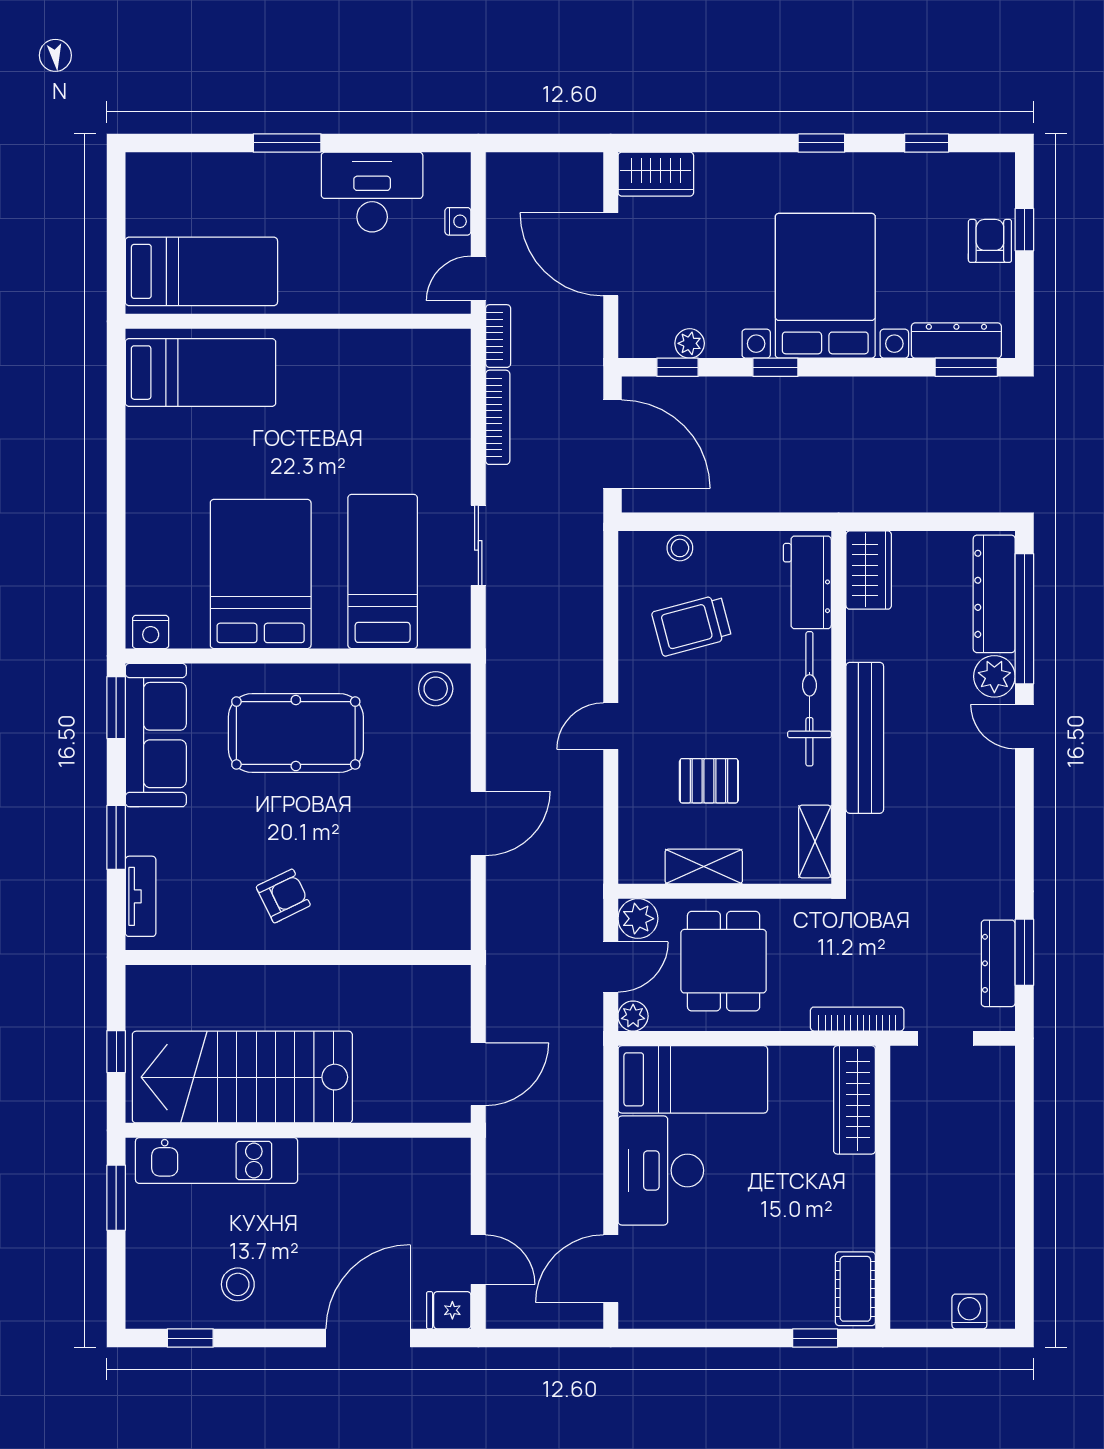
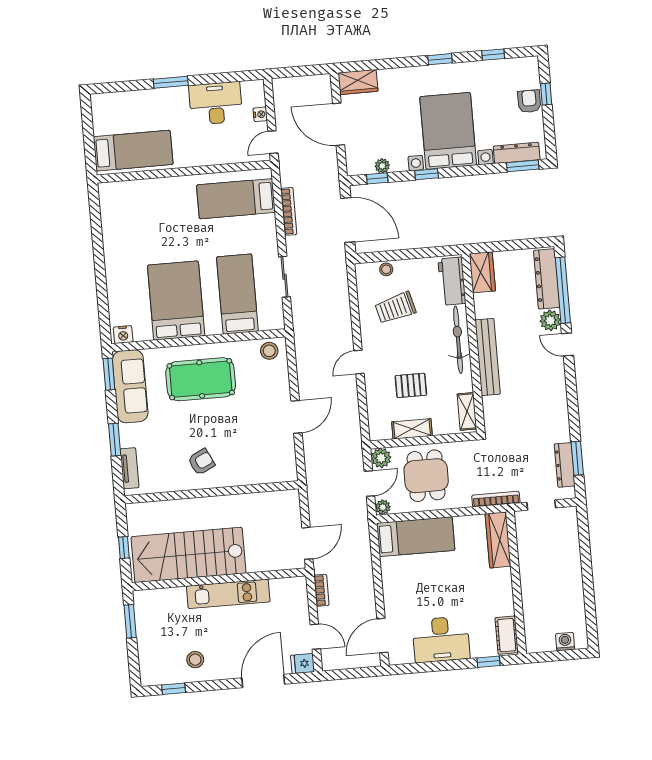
bookcase: (498, 336) -> (321, 590), moved
bed: (200, 373) -> (236, 199), moved, turned 180
kitchen unit: (217, 1160) -> (228, 594), moved
desk: (661, 1170) -> (441, 639), moved, turned -90

